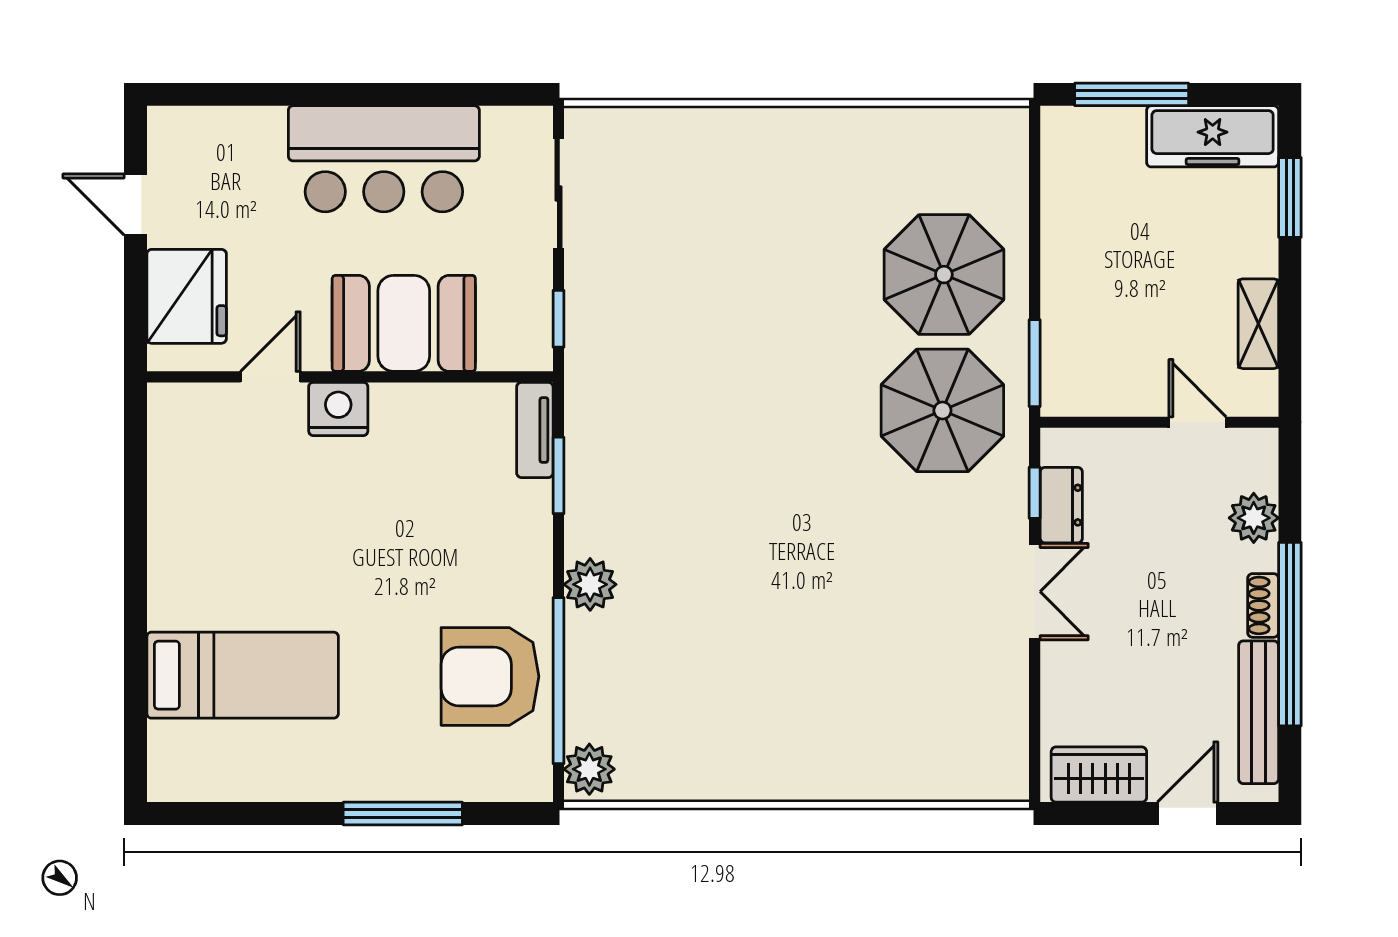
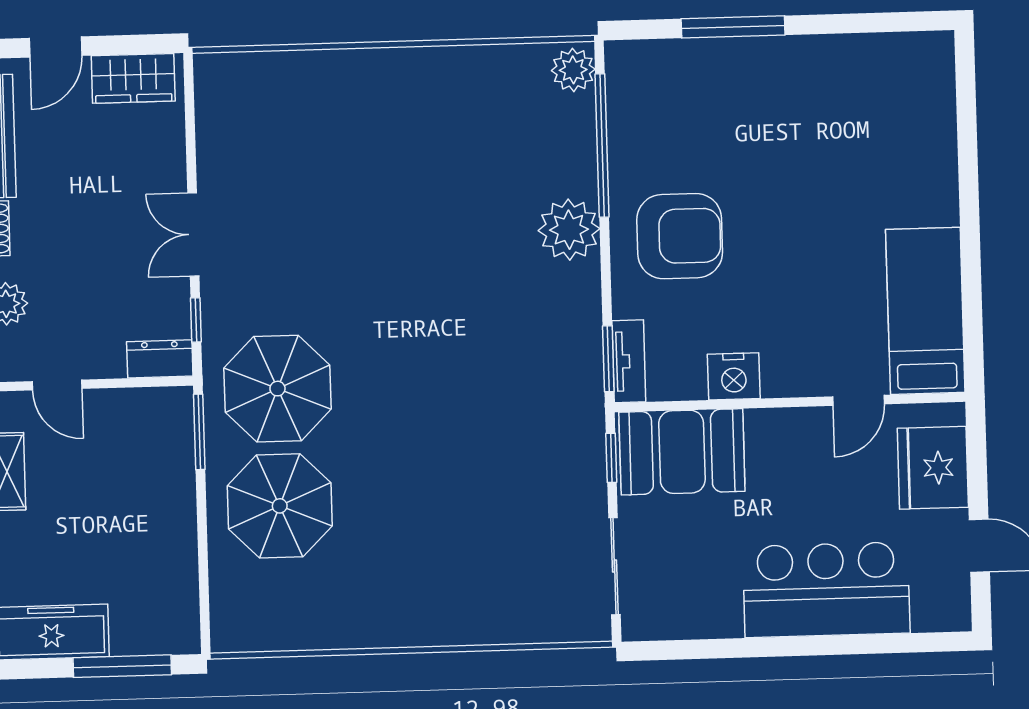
bar counter: (384, 159) -> (826, 590), moved
booth: (404, 323) -> (682, 452), moved
nightstand: (338, 409) -> (734, 376), moved
window: (558, 475) -> (608, 359), moved
dresser: (1061, 505) -> (160, 359), moved, turned 90
plant: (590, 584) -> (569, 230), width x1.36, depth x1.36
bed: (243, 675) -> (925, 311), moved, turned 90
armchair: (490, 676) -> (680, 236), moved

